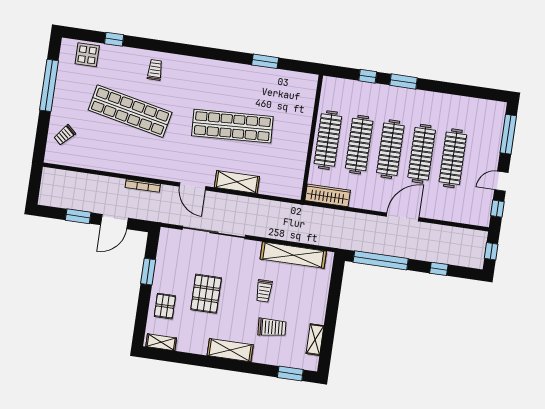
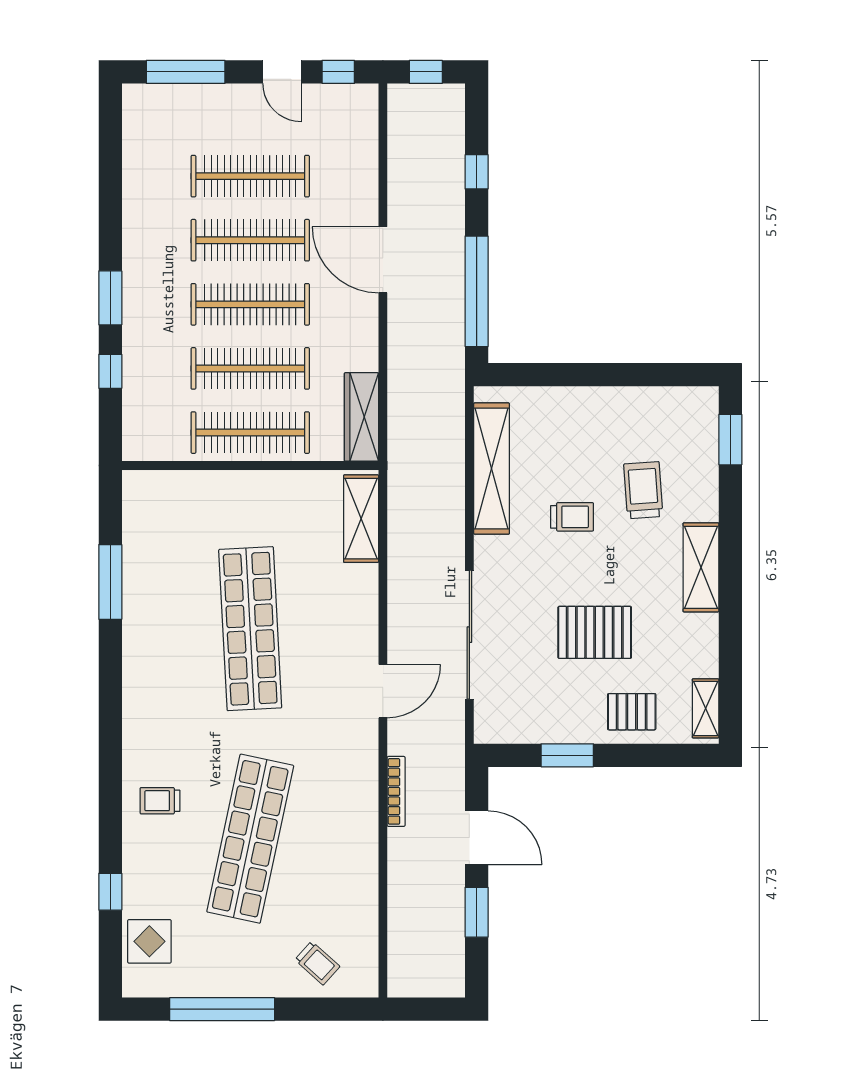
window: (265, 61) -> (110, 582), width x1.44
shelving: (237, 182) -> (361, 519), moved
shelving: (315, 340) -> (655, 400), removed

